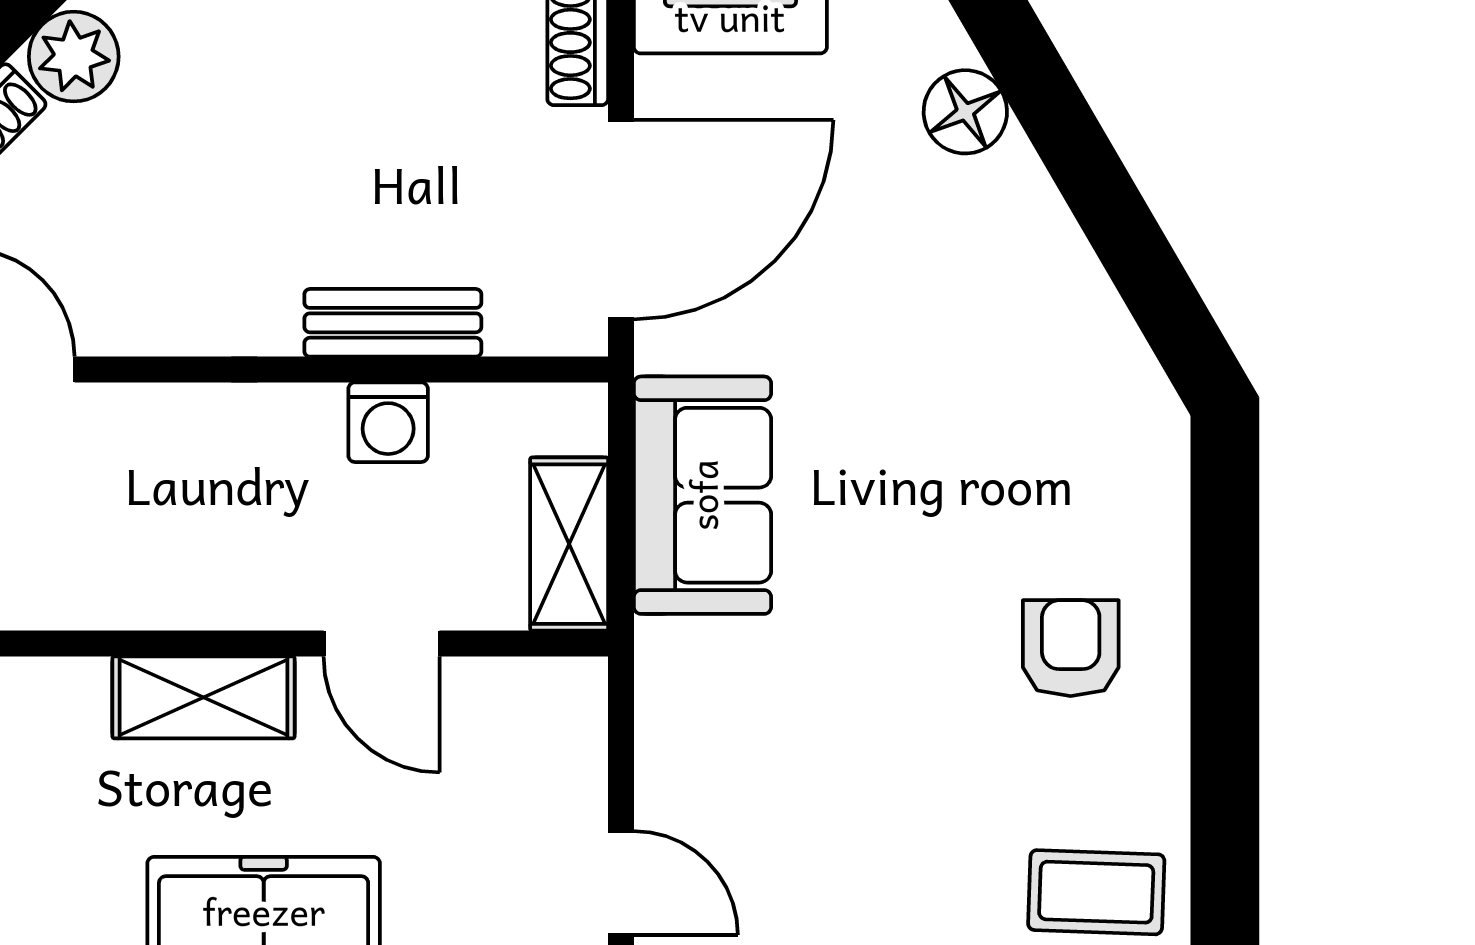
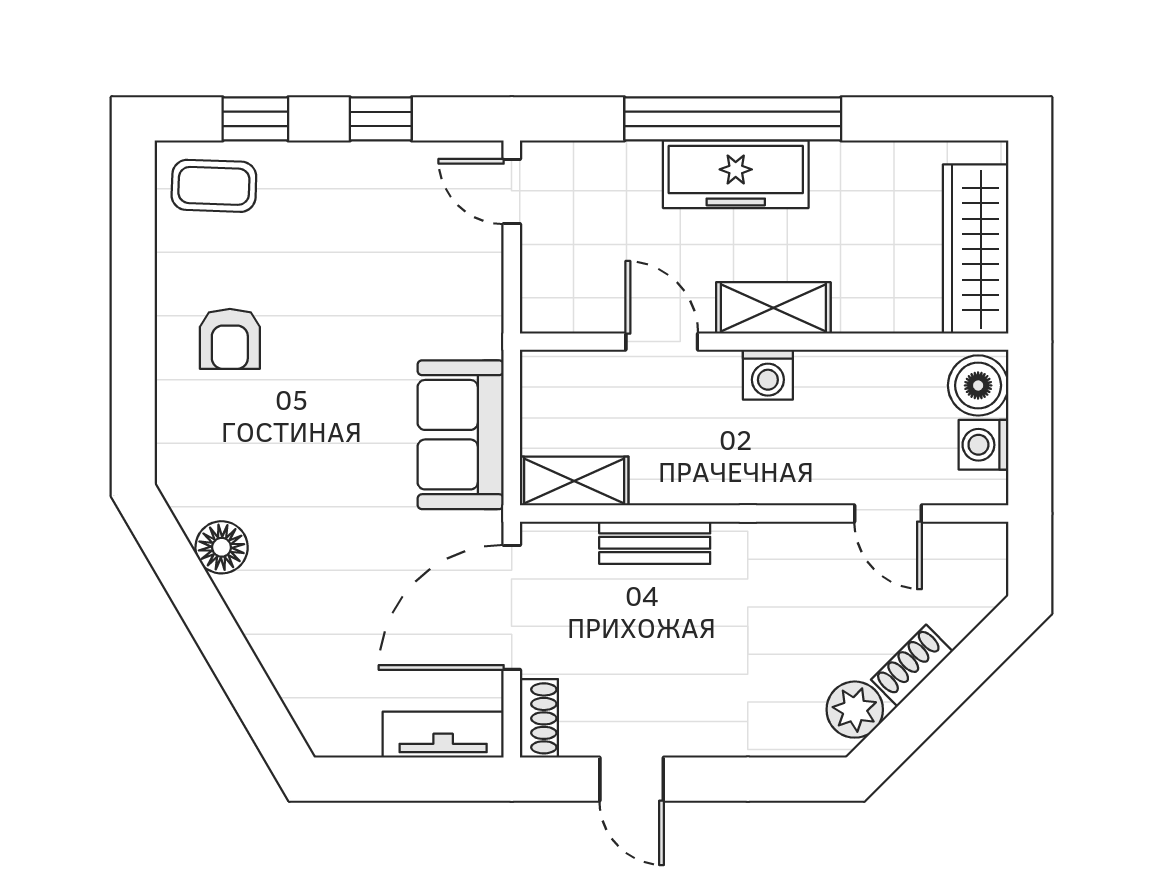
floor lamp: (965, 112) -> (222, 547), moved
washing machine: (388, 422) -> (768, 375), moved, turned 180
shelving: (569, 544) -> (574, 481), moved, turned 90

